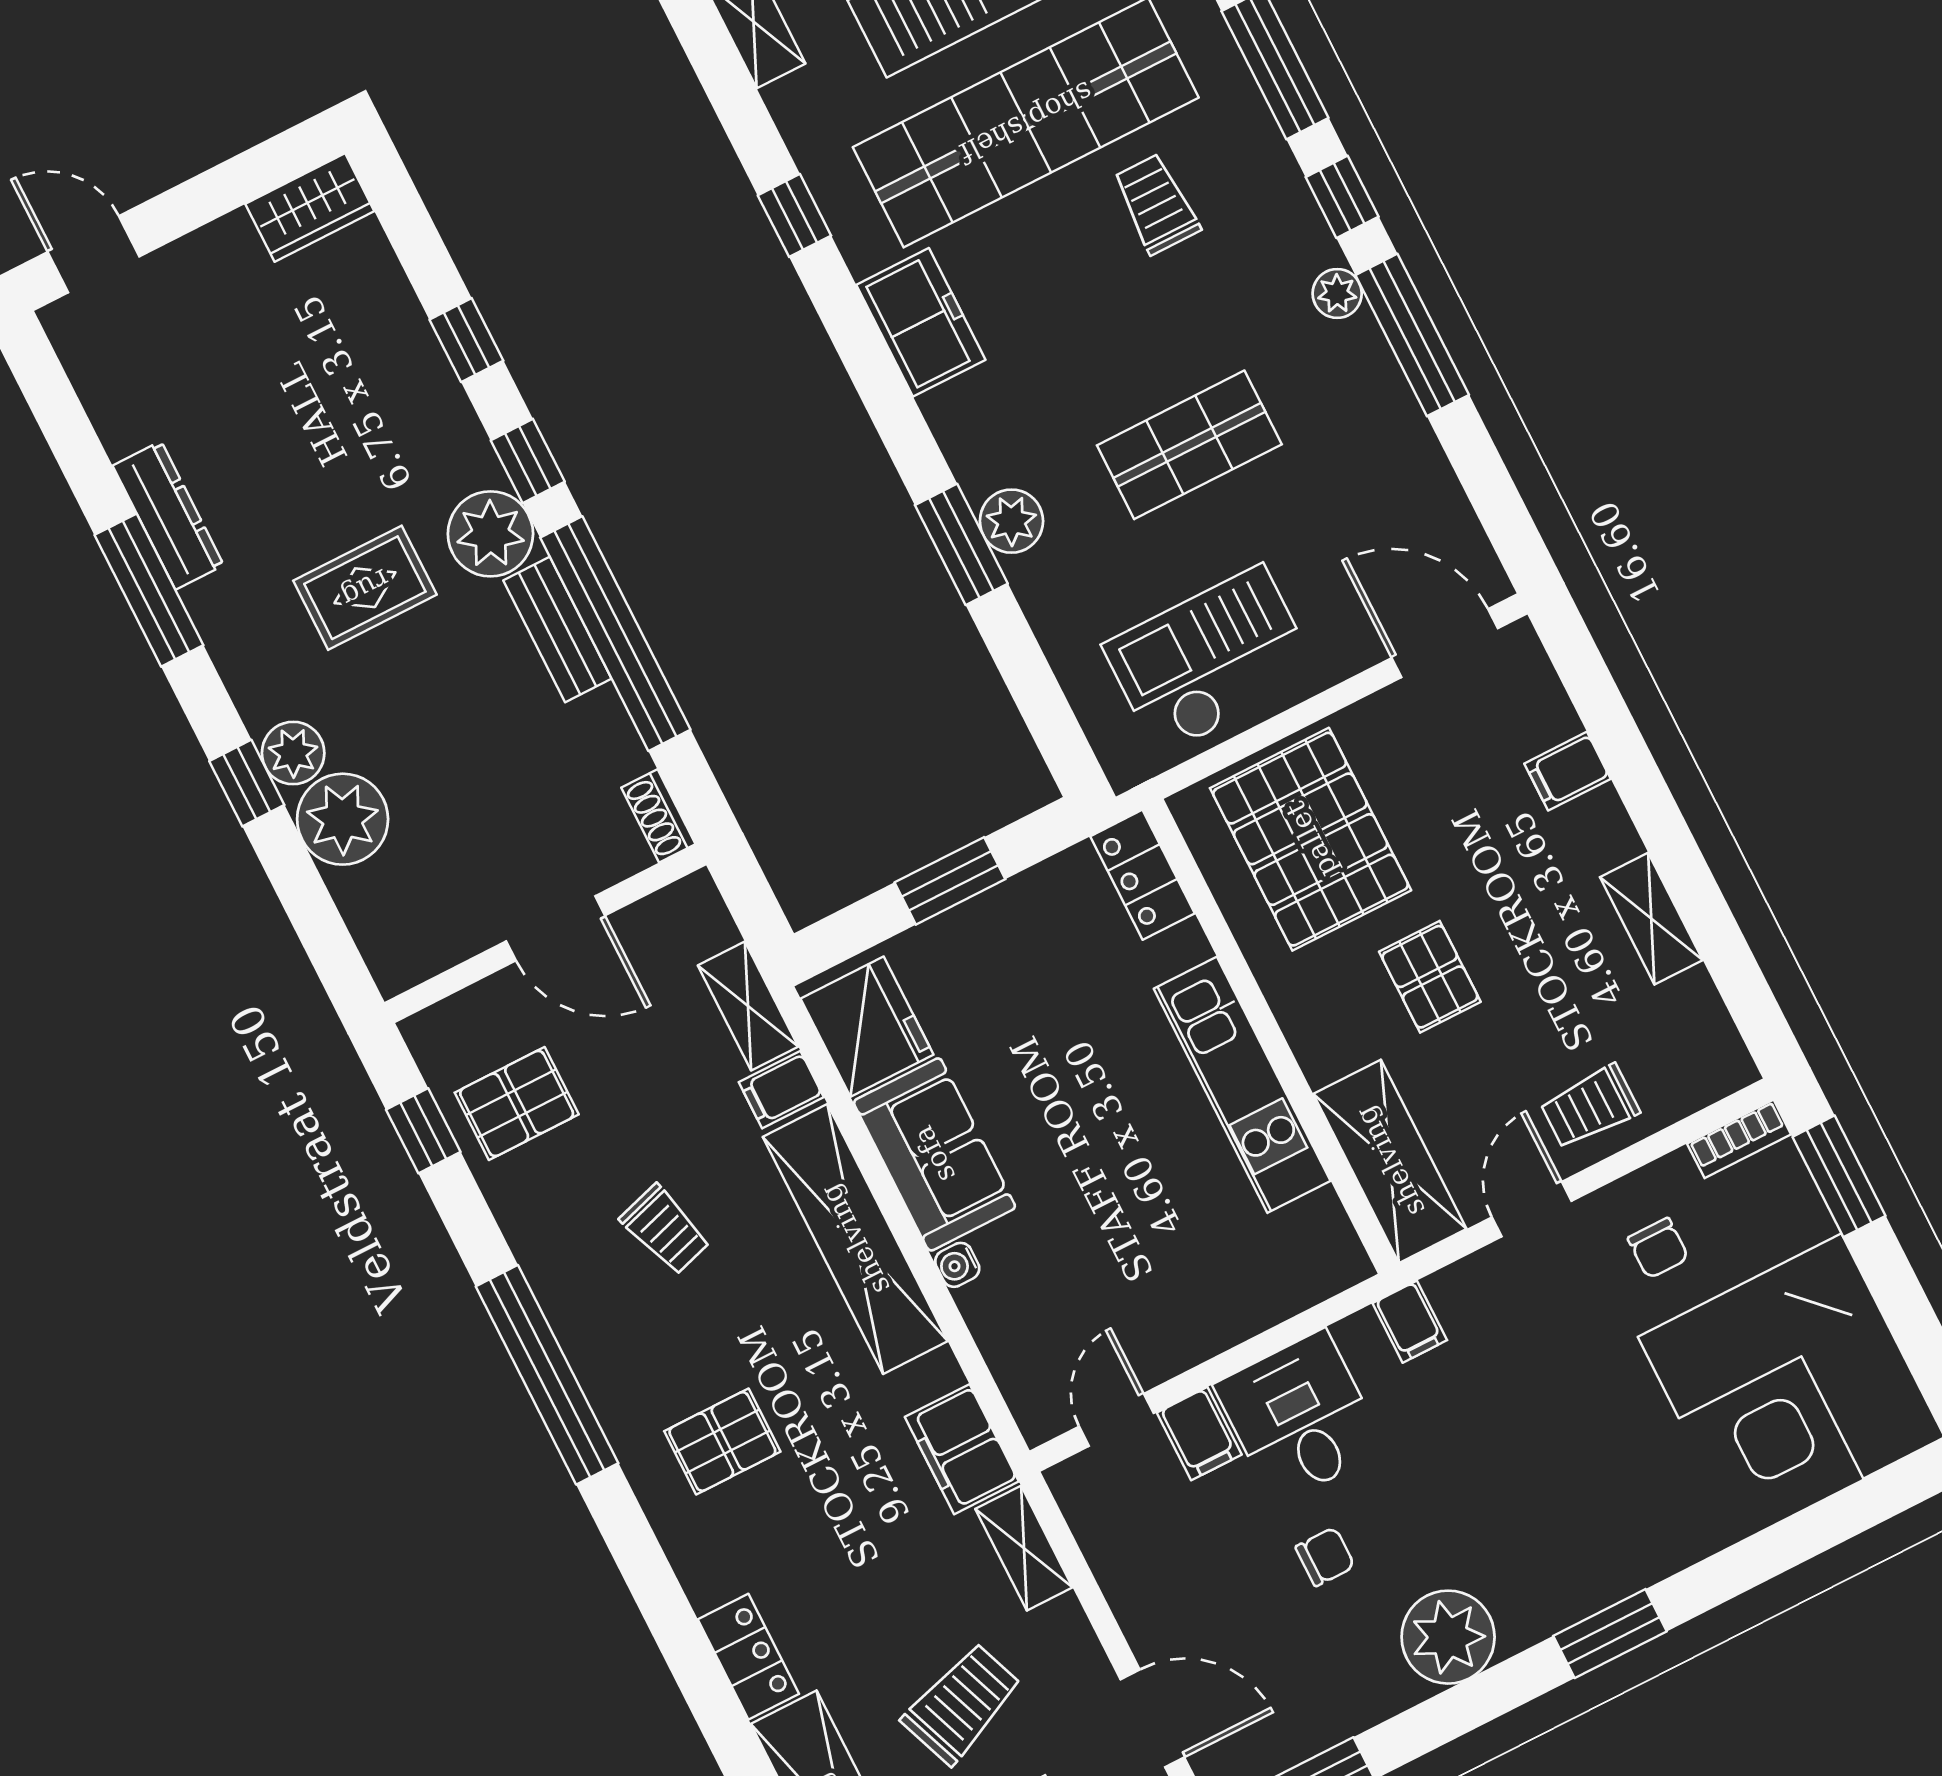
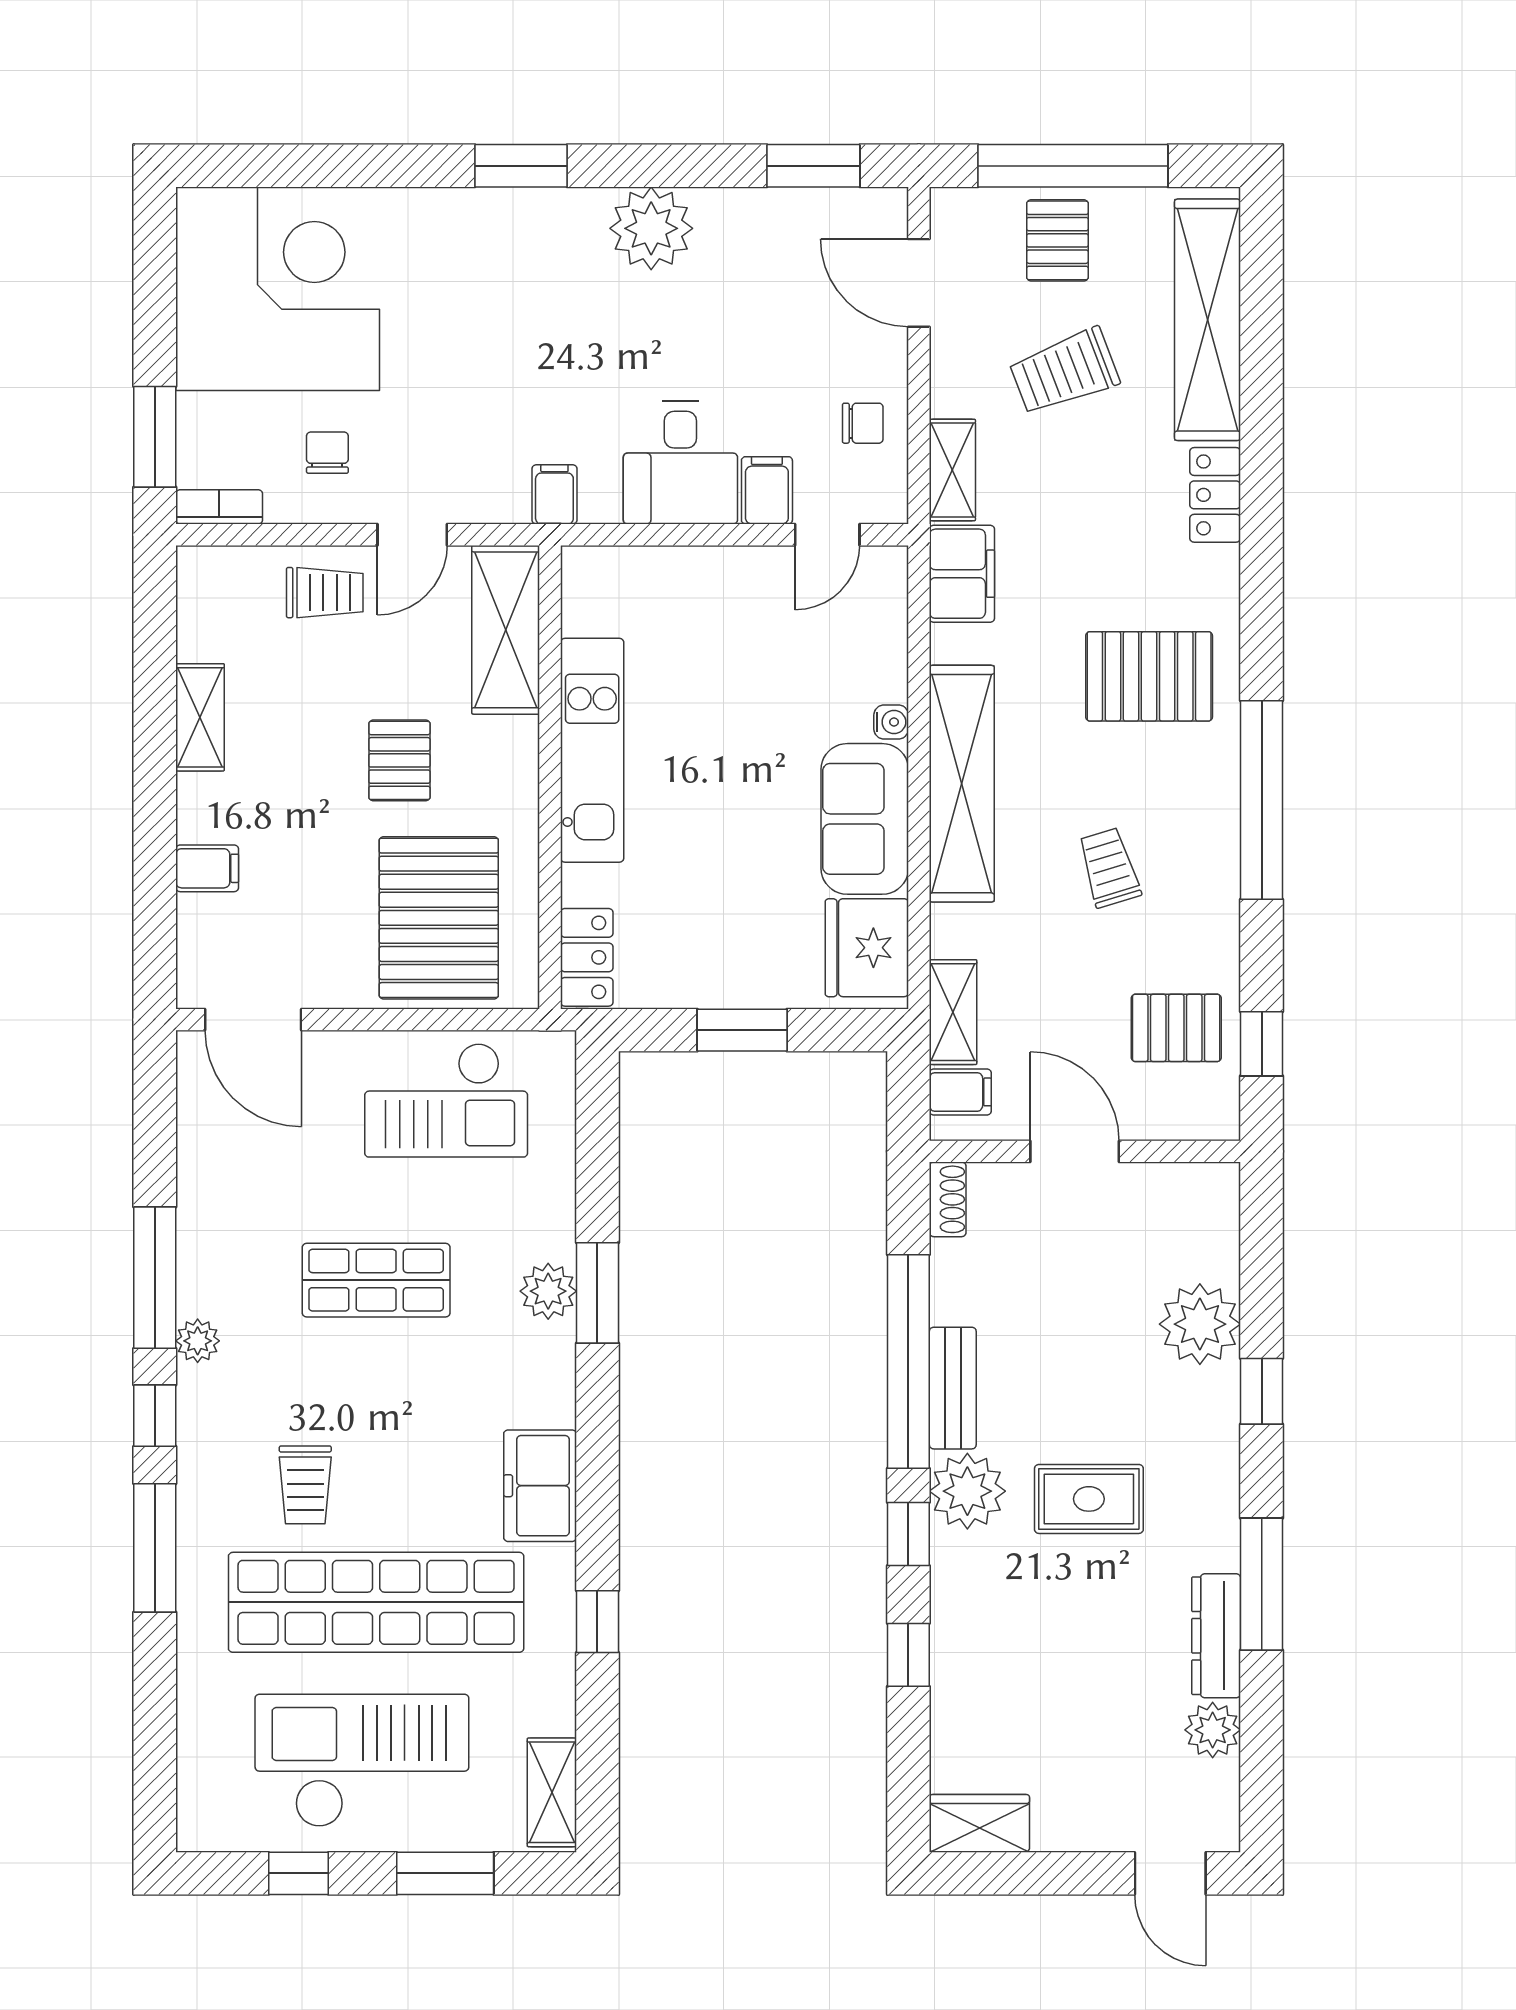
plant: (293, 753) -> (1213, 1730), moved
filing cabinet: (781, 1090) -> (960, 1092), moved
pallet: (722, 1441) -> (1149, 676), width x1.50, depth x1.42
chair: (1325, 1557) -> (863, 423), moved, turned 180

